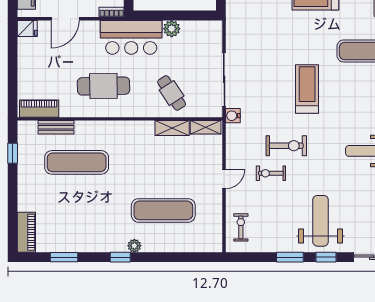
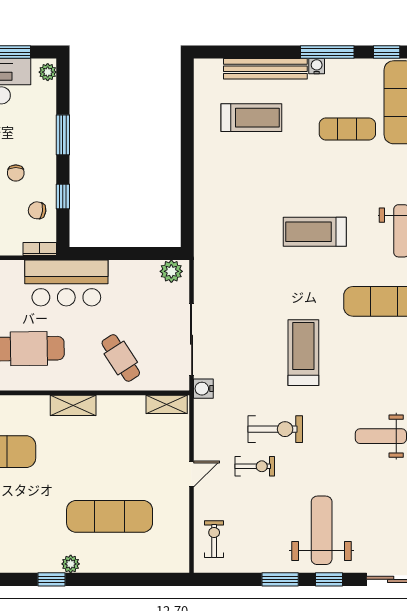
plant: (172, 29) -> (171, 271), moved
shelving: (172, 128) -> (73, 405), moved
exercise bike: (271, 173) -> (255, 466), turned 180

